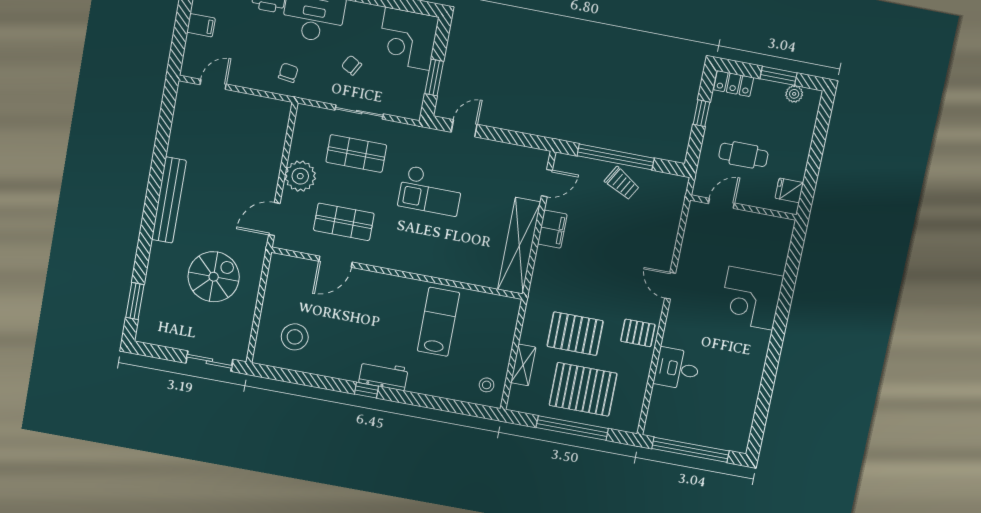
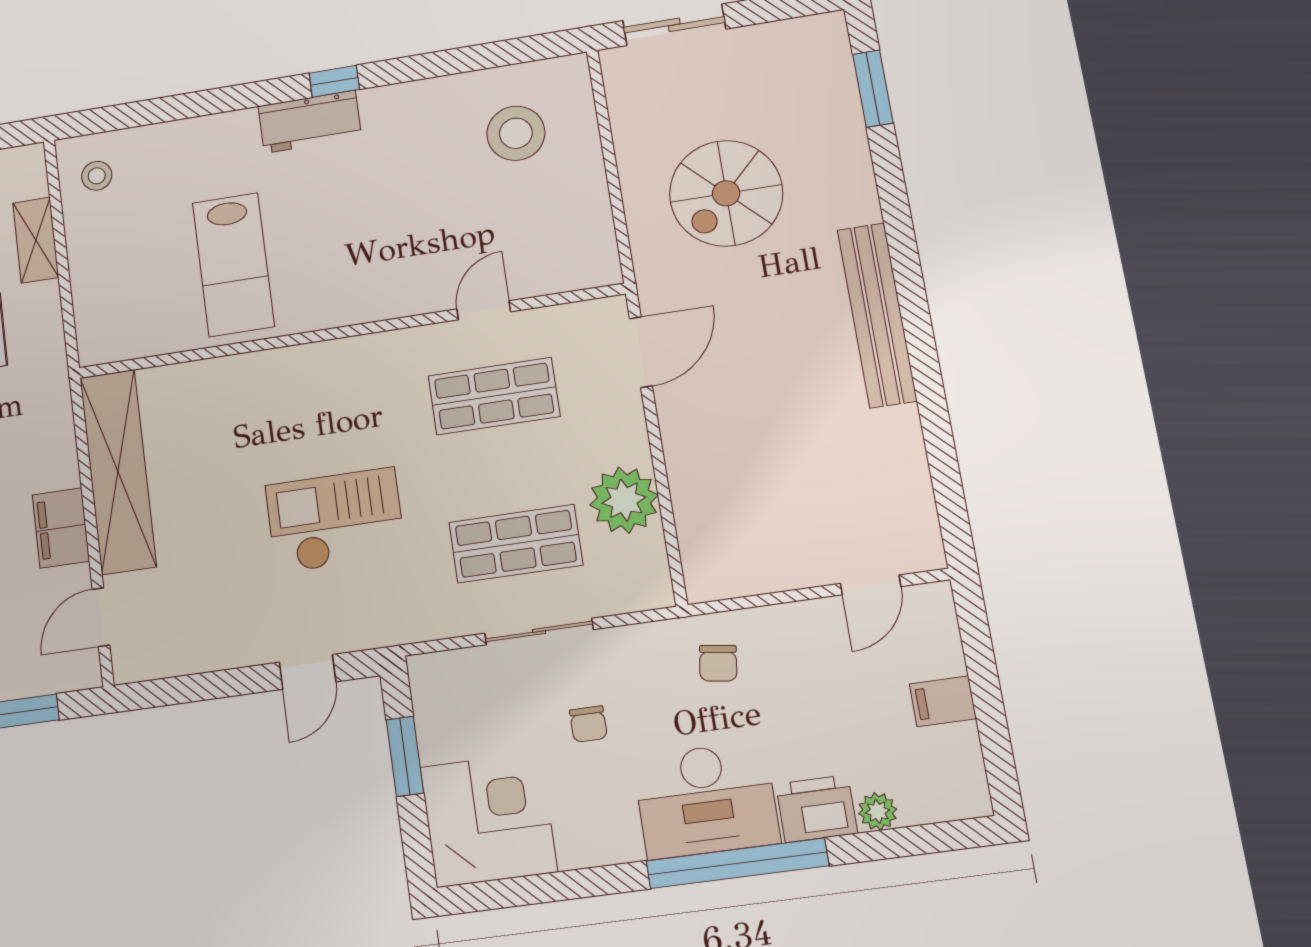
chair: (352, 65) -> (588, 724), turned 61
plant: (300, 176) -> (624, 500), moved
door: (335, 262) -> (484, 310), width x0.73

